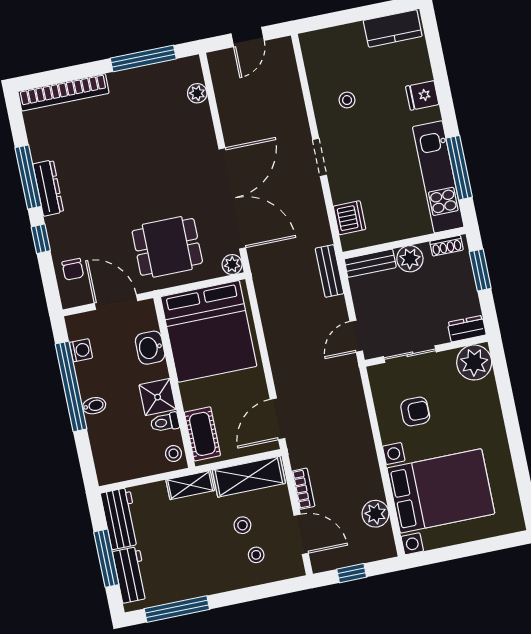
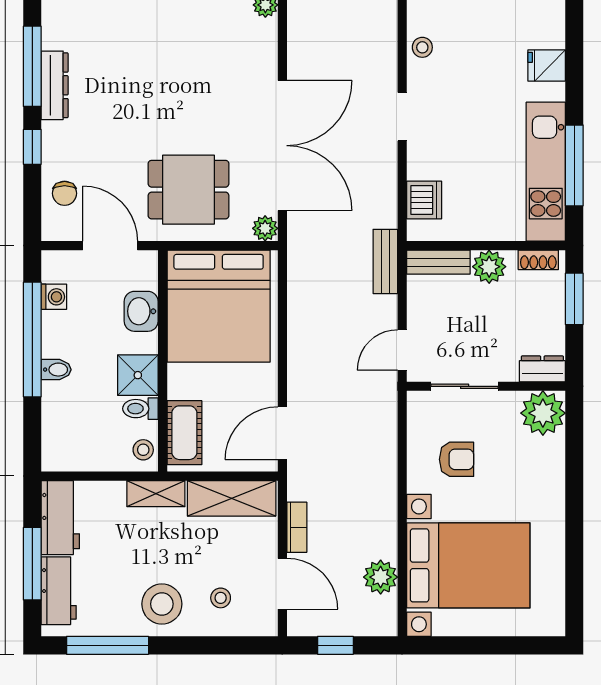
stool: (347, 100) -> (422, 47), moved
stool: (242, 525) -> (162, 604), moved, width x1.89, depth x1.89

